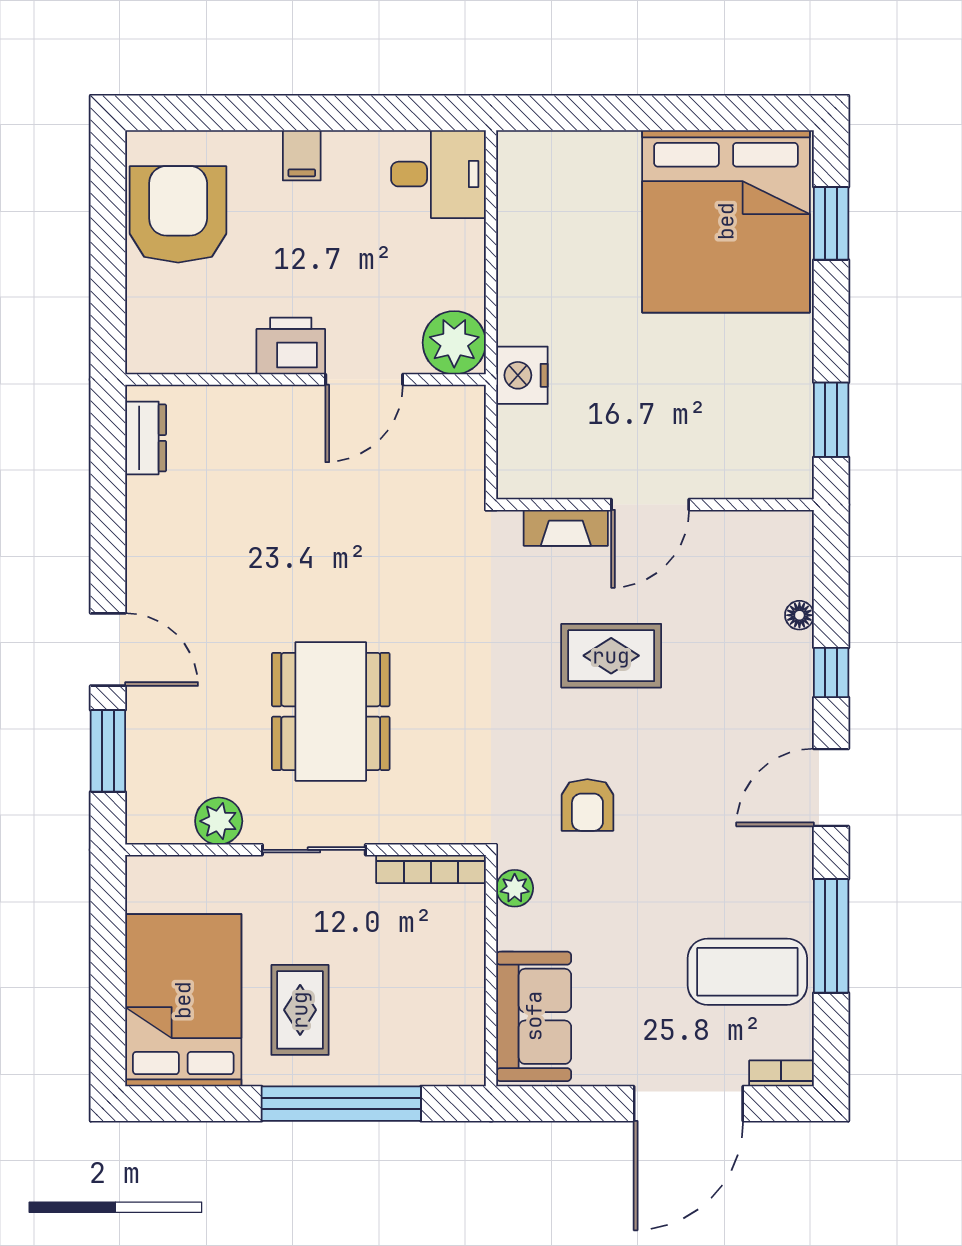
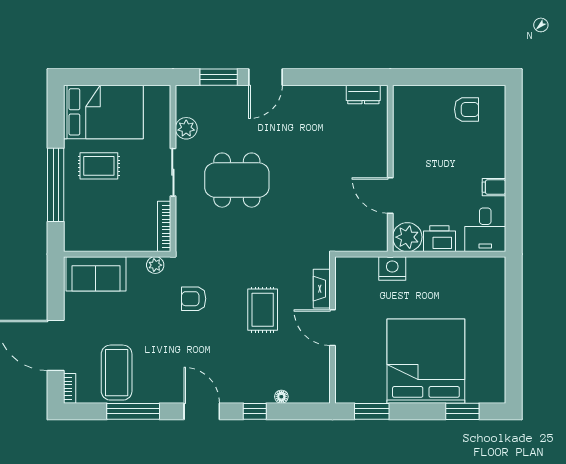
filing cabinet: (302, 155) -> (494, 187), moved
armchair: (178, 214) -> (467, 109), width x0.53, depth x0.53
bed: (726, 221) -> (426, 361), moved, turned 90
printer: (291, 346) -> (439, 239), moved, turned -90

